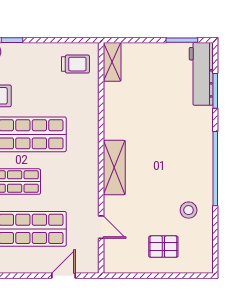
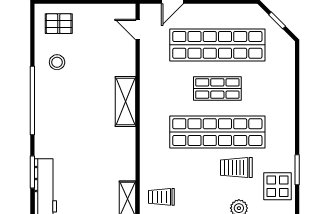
door: (101, 227) -> (138, 30), moved
pallet: (163, 247) -> (59, 24), moved

